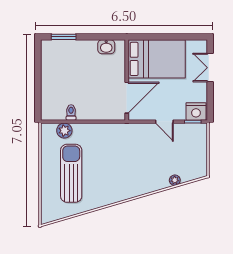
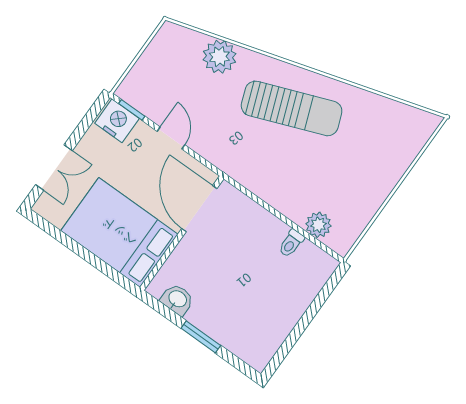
window: (64, 37) -> (201, 337), moved
door: (127, 98) -> (199, 209), hinge flipped
sun lounger: (71, 173) -> (292, 108), moved, turned -111
plant: (175, 180) -> (219, 57), width x1.88, depth x1.88

